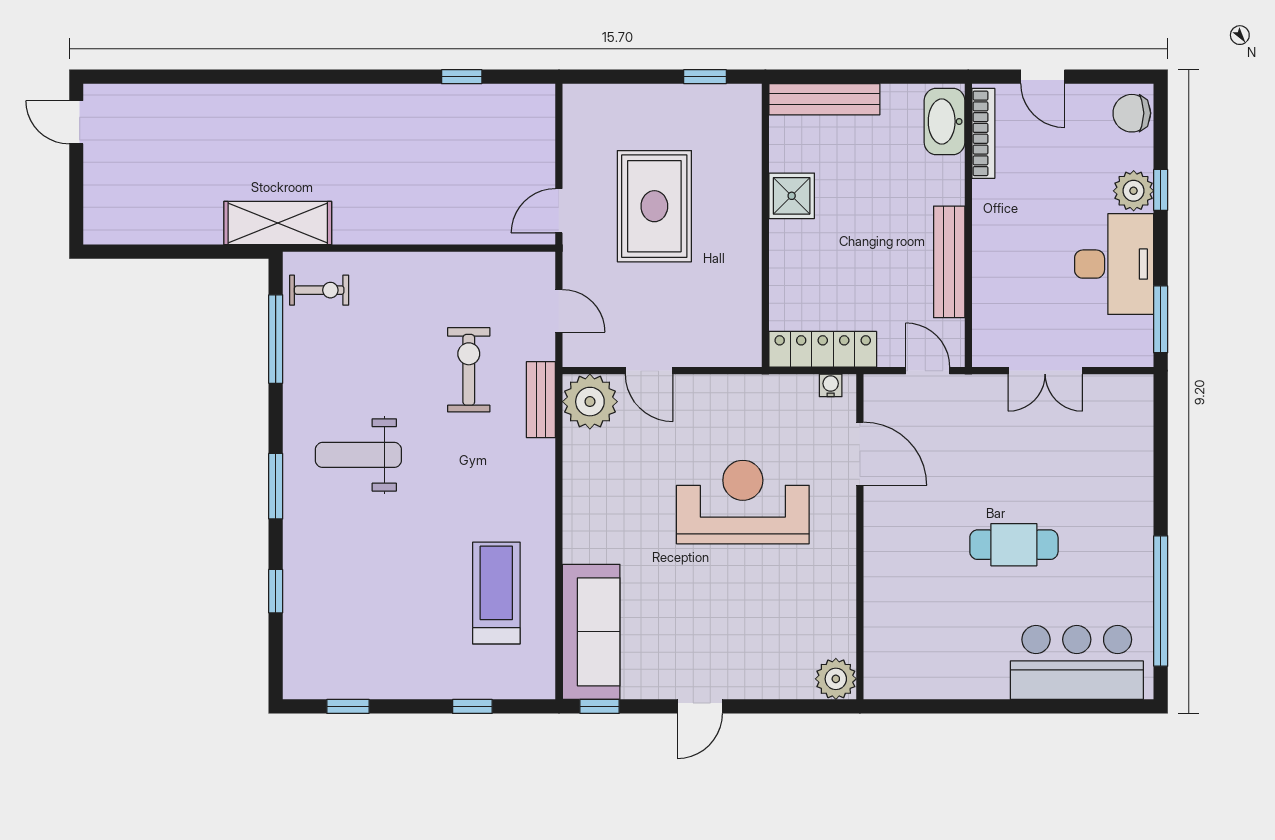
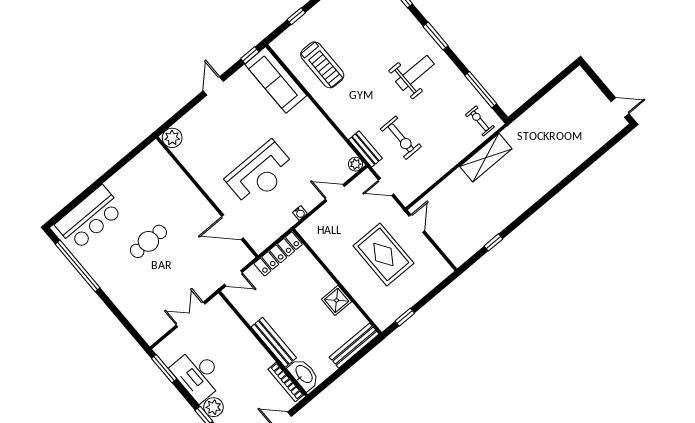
shelving: (278, 223) -> (486, 158), moved
bench: (949, 262) -> (274, 342), moved
exercise bike: (319, 290) -> (480, 121), turned 90
water cooler: (831, 385) -> (300, 213), moved
plant: (590, 402) -> (356, 164), width x0.53, depth x0.53

